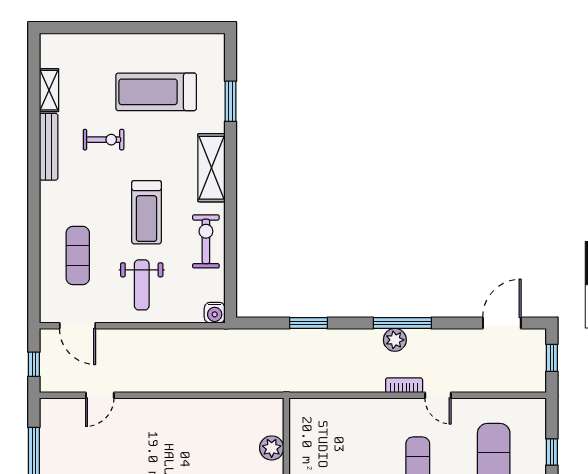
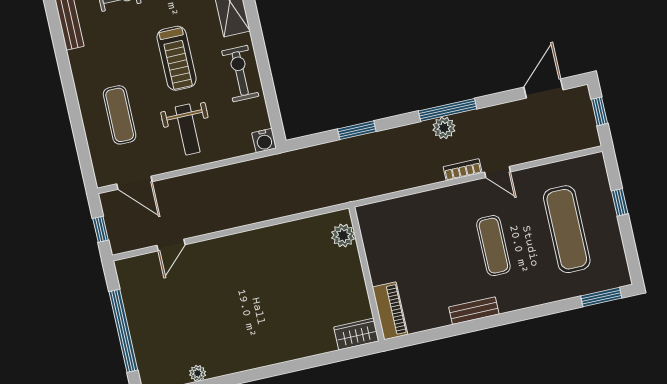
plant: (272, 448) -> (343, 235), moved

